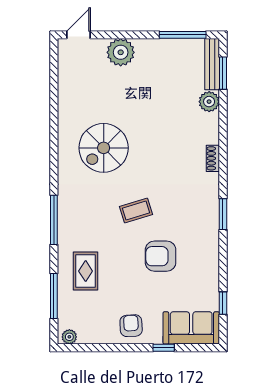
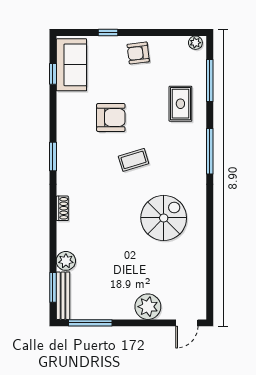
armchair: (131, 326) -> (138, 53), turned 86
sofa: (191, 328) -> (71, 65), moved, turned -90

